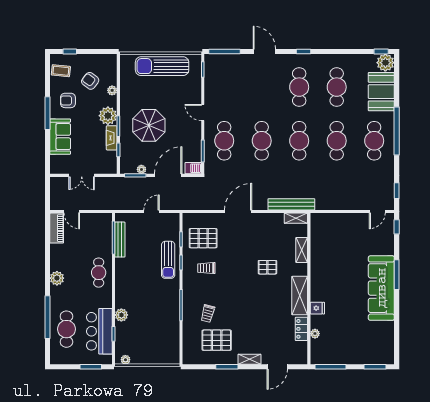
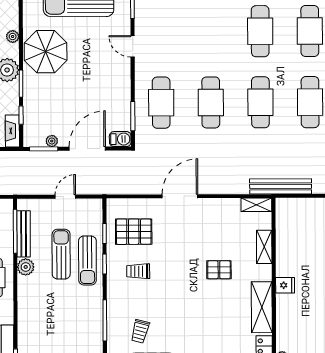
door: (203, 112) -> (133, 46), moved
parasol: (149, 125) -> (46, 52), moved
fireplace: (112, 138) -> (12, 131), moved
bench: (291, 204) -> (281, 186), moved
sun lounger: (148, 255) -> (61, 254), added
fridge: (317, 308) -> (285, 285), moved
plant: (121, 315) -> (26, 267), moved

